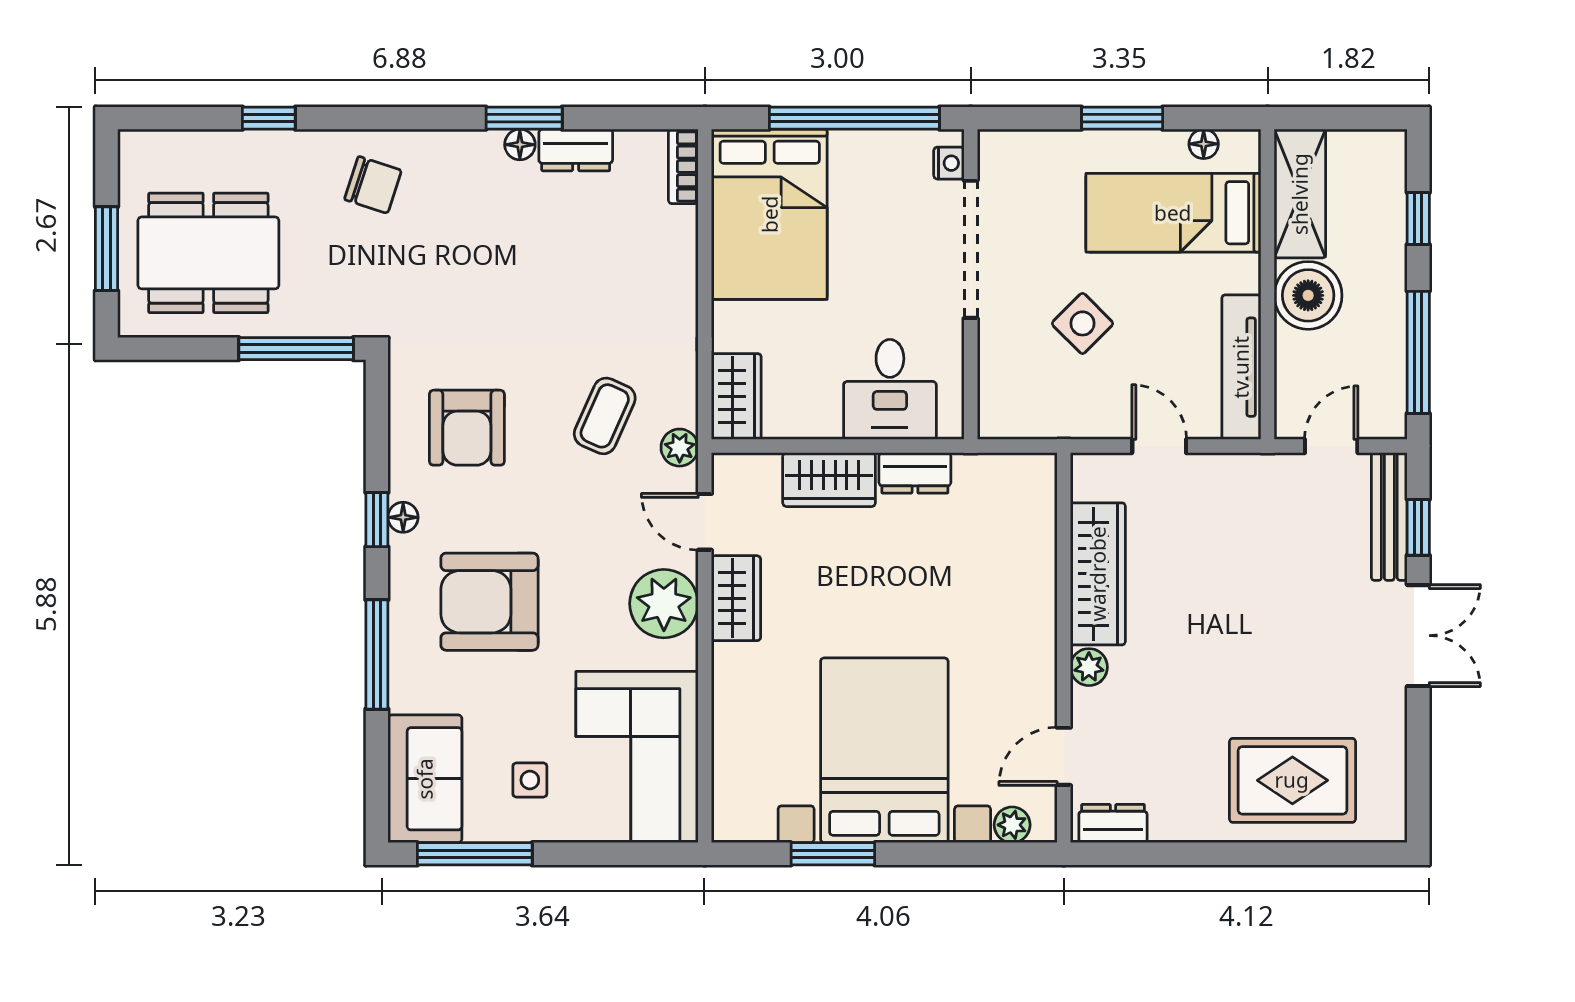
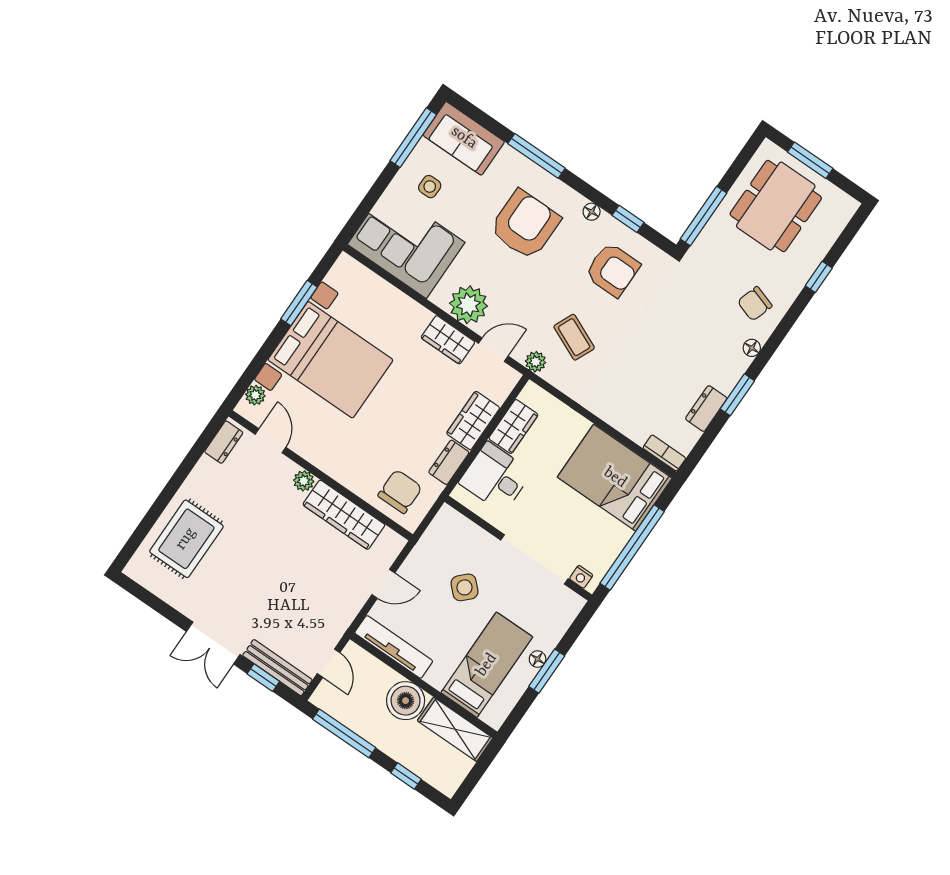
floor lamp: (1204, 144) -> (538, 659), moved
floor lamp: (520, 145) -> (752, 348), moved
wardrobe: (736, 397) -> (513, 426), moved, turned -90
armchair: (467, 428) -> (613, 270), turned 180
chair: (1007, 515) -> (400, 492), added
window: (377, 520) -> (628, 219), moved

